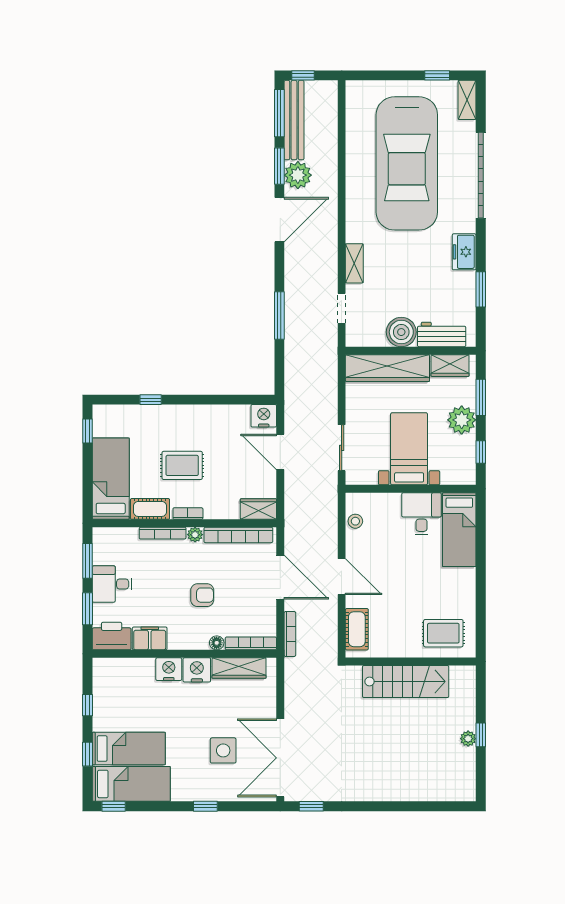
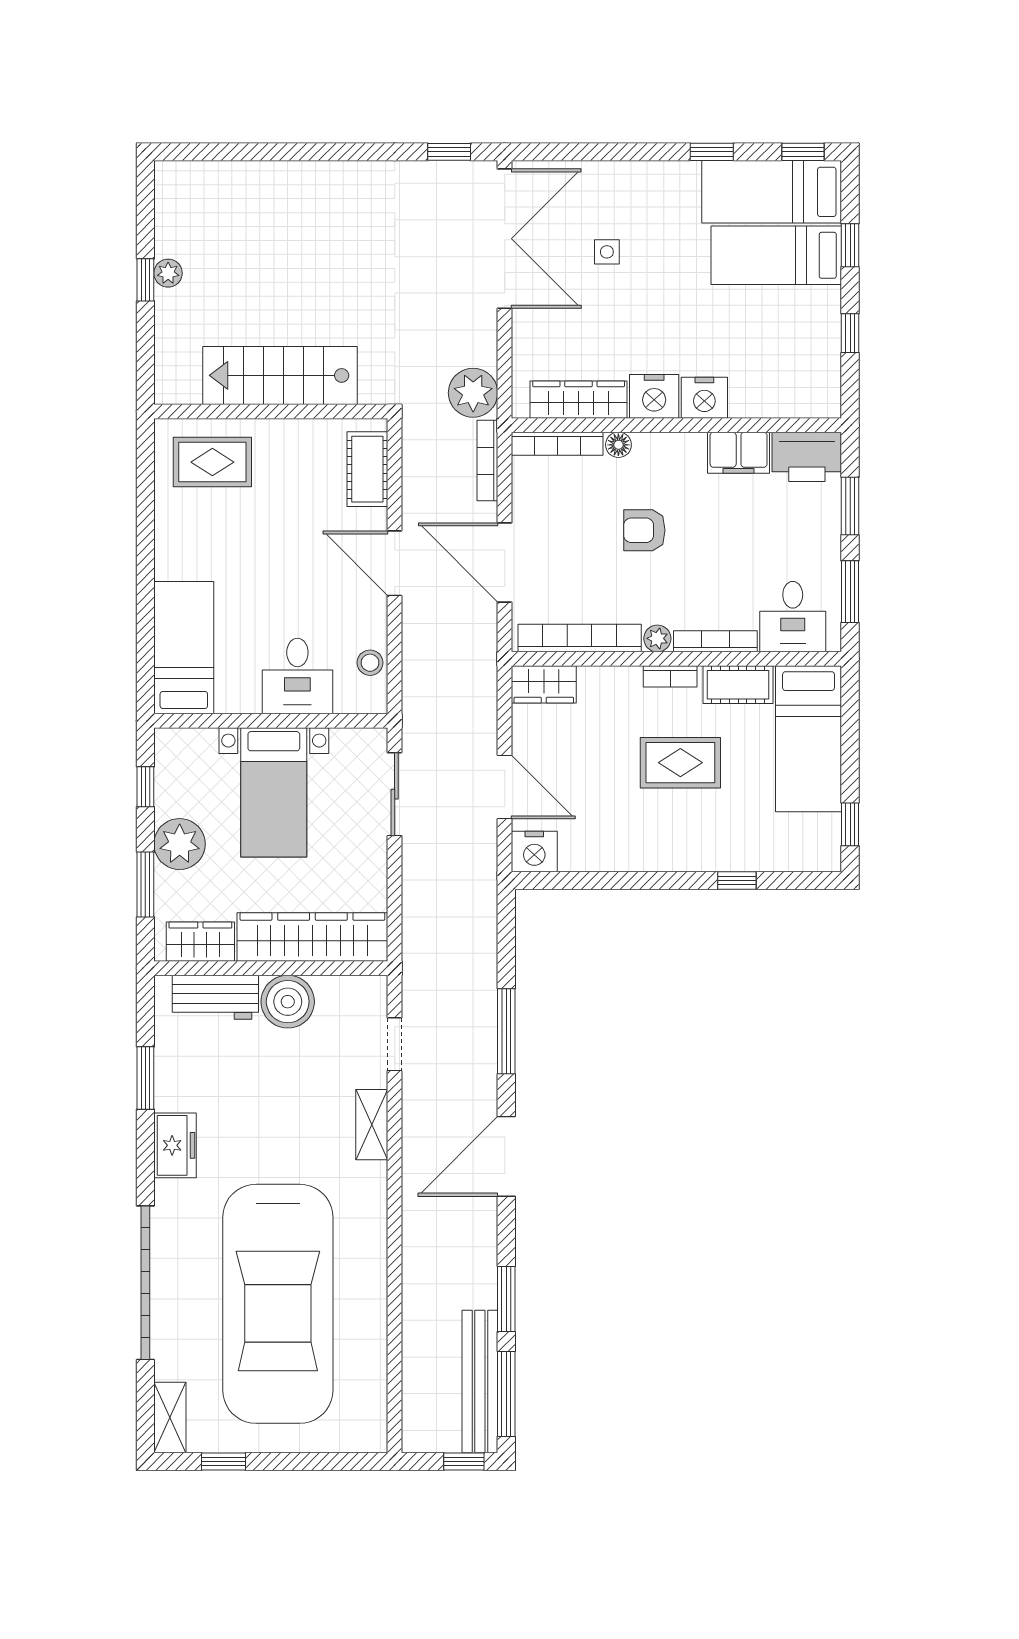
car: (407, 163) -> (278, 1304), turned 180
plant: (298, 175) -> (473, 393), moved
door: (279, 220) -> (506, 1156), moved
desk: (422, 514) -> (297, 676), moved
desk: (112, 584) -> (793, 617), moved, turned 90
side table: (223, 750) -> (607, 252), width x0.54, depth x0.54
window: (205, 806) -> (712, 152), moved

